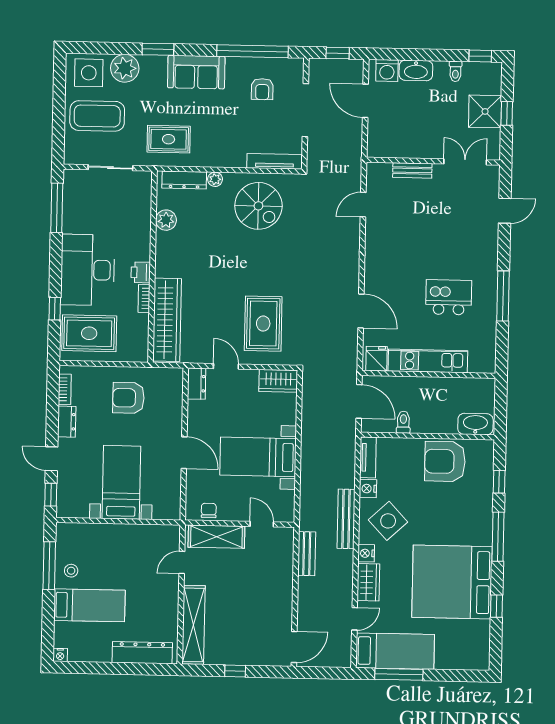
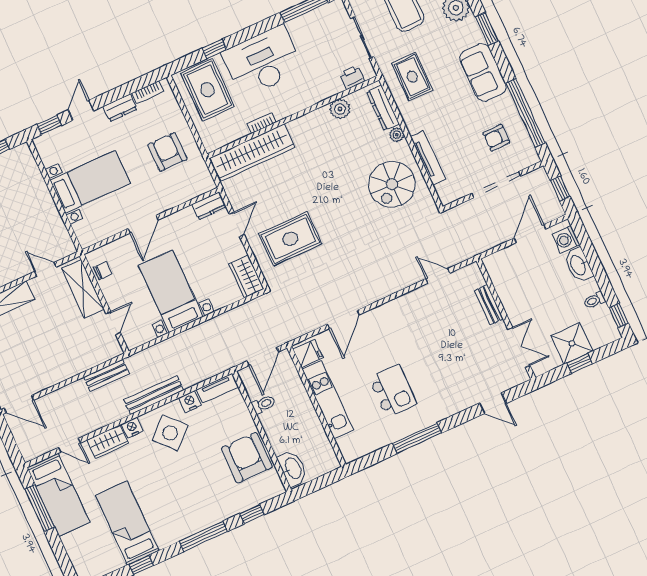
tv unit: (275, 161) -> (428, 158), moved
printer: (141, 272) -> (352, 77), moved
bed: (452, 582) -> (127, 523), width x0.49

